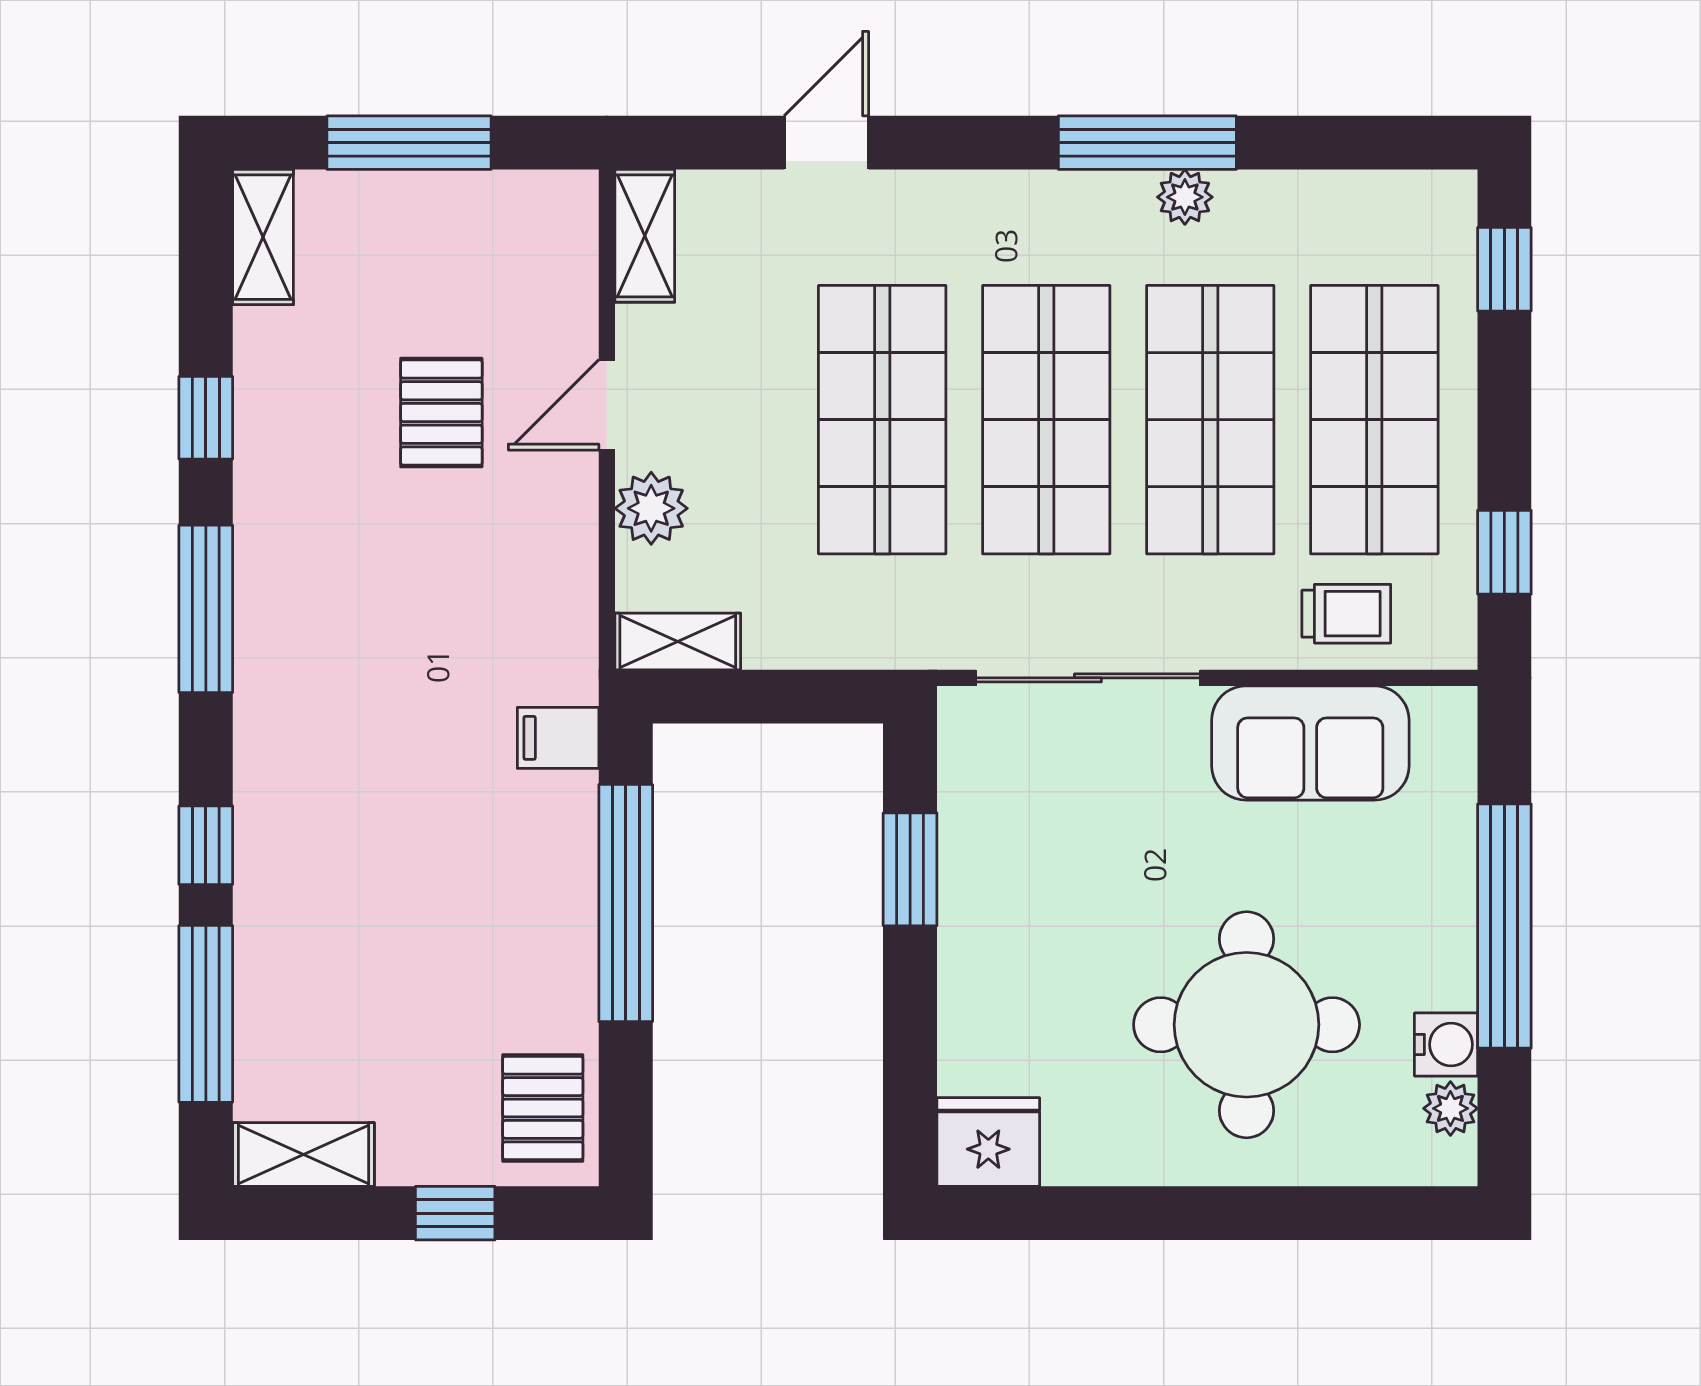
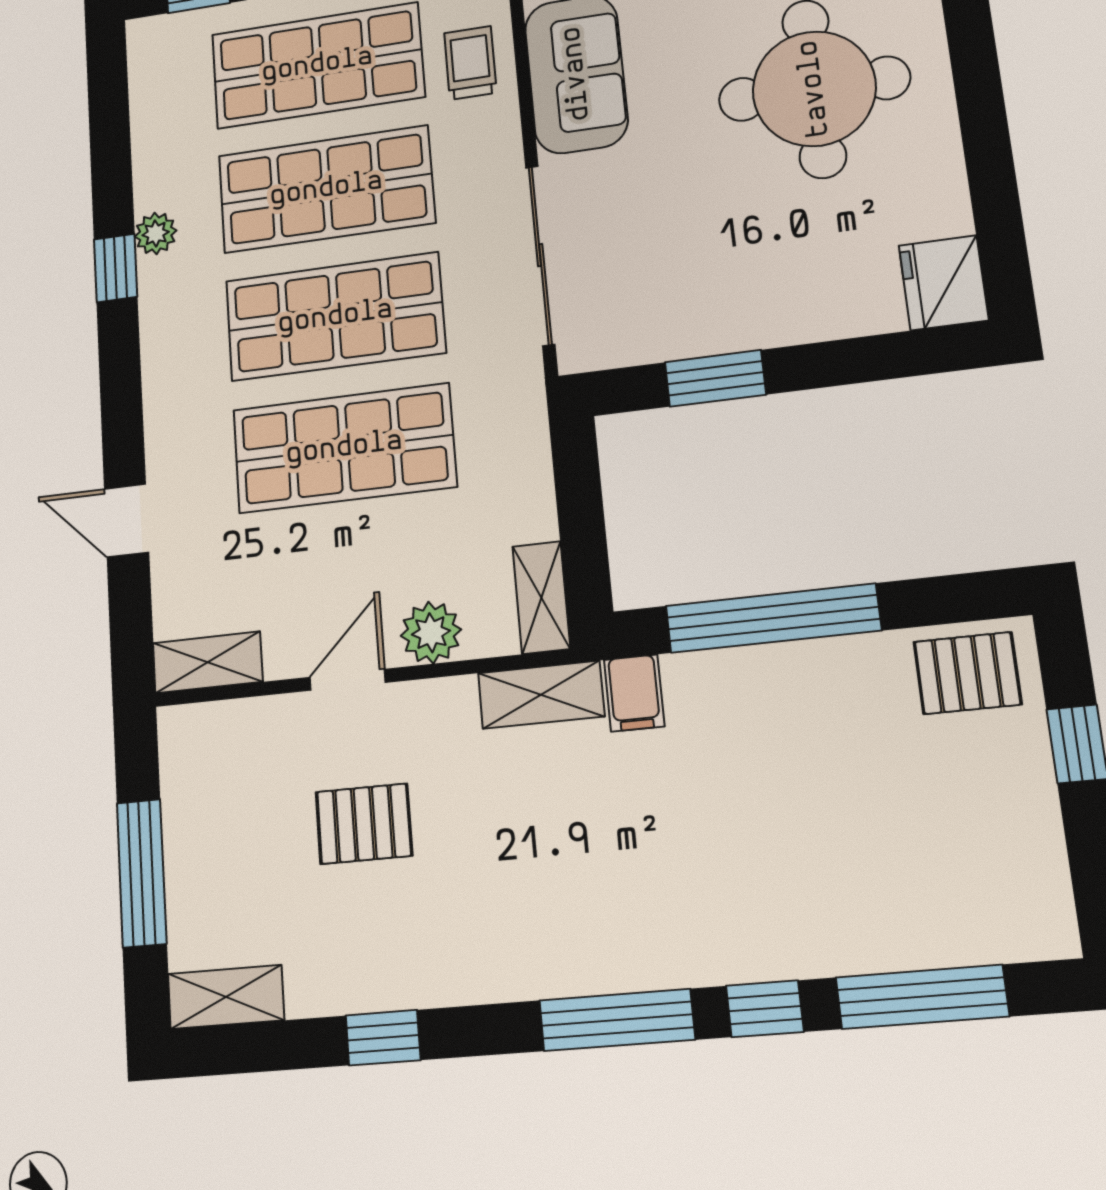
window: (1147, 143) -> (116, 268), width x0.46
door: (607, 405) -> (348, 680), swing flipped
window: (206, 609) -> (617, 1020), moved
shelving: (303, 1154) -> (541, 695), moved, turned 90

